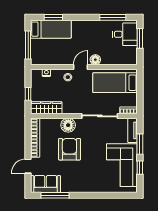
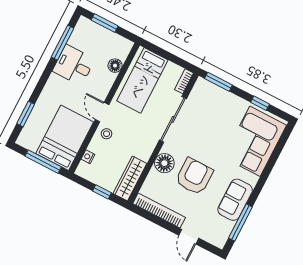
bed: (51, 29) -> (65, 138), moved, width x1.50
desk: (125, 34) -> (74, 65), moved, turned -90
floor lamp: (95, 60) -> (115, 66), moved
tv unit: (133, 130) -> (211, 89), removed
window: (140, 144) -> (218, 82), moved
armchair: (69, 149) -> (194, 176), turned 90
corner sofa: (122, 165) -> (255, 141), moved, turned 90
sofa: (46, 184) -> (235, 200), moved

